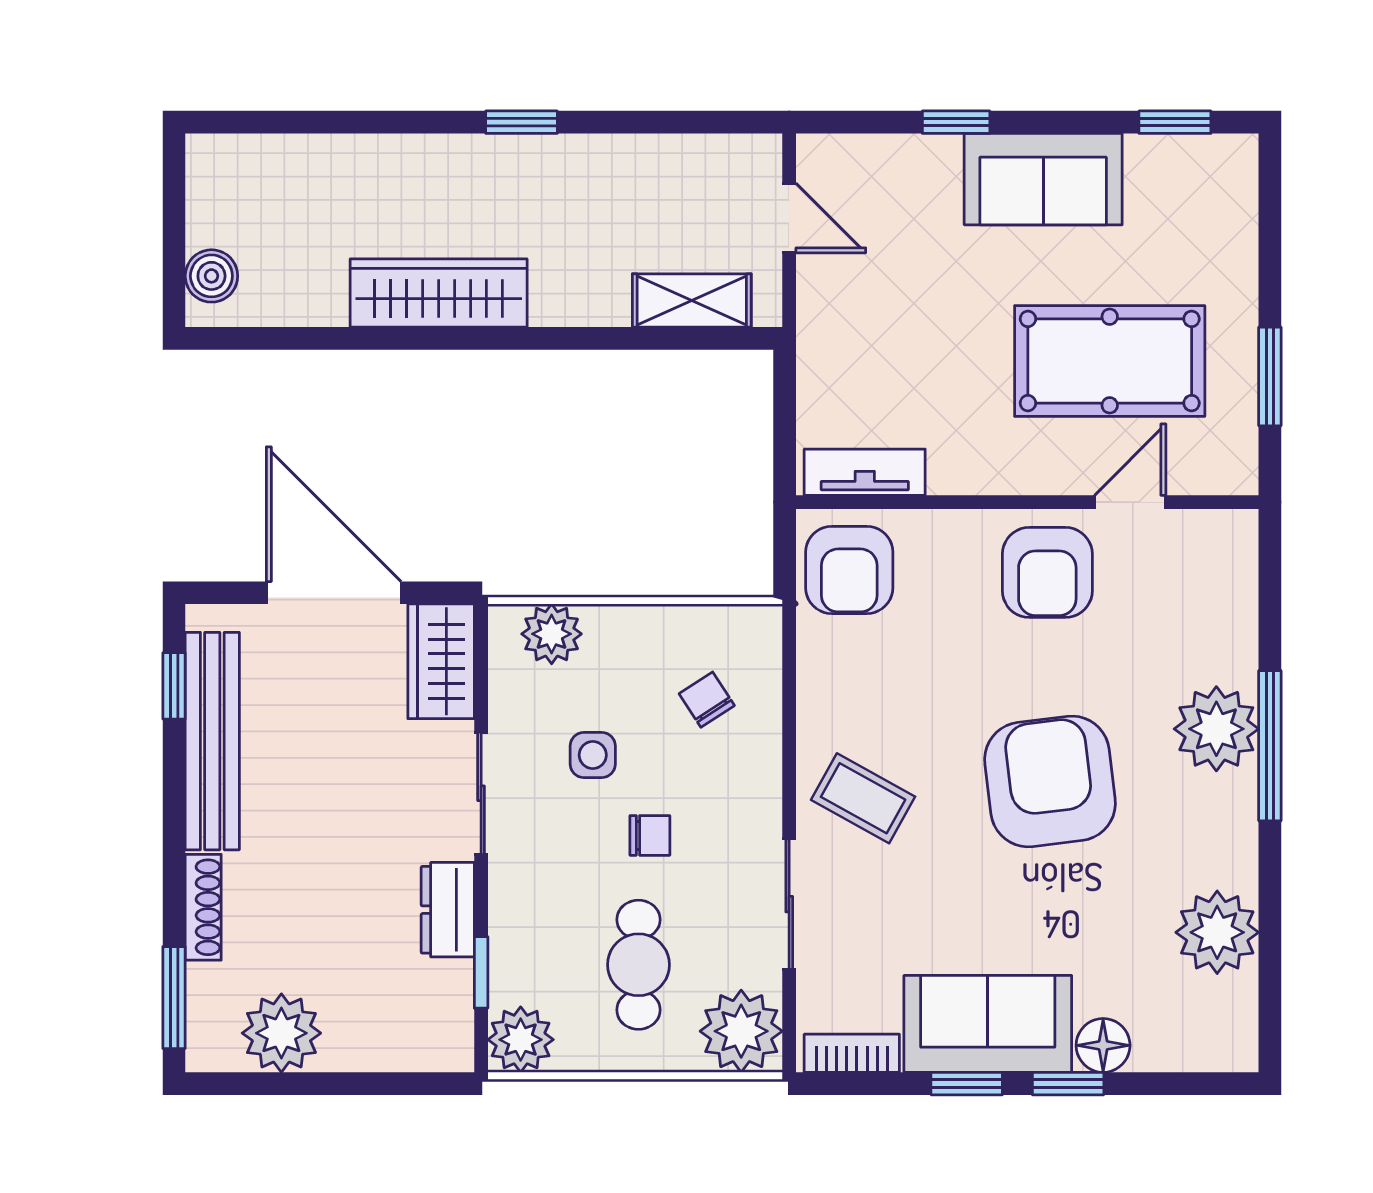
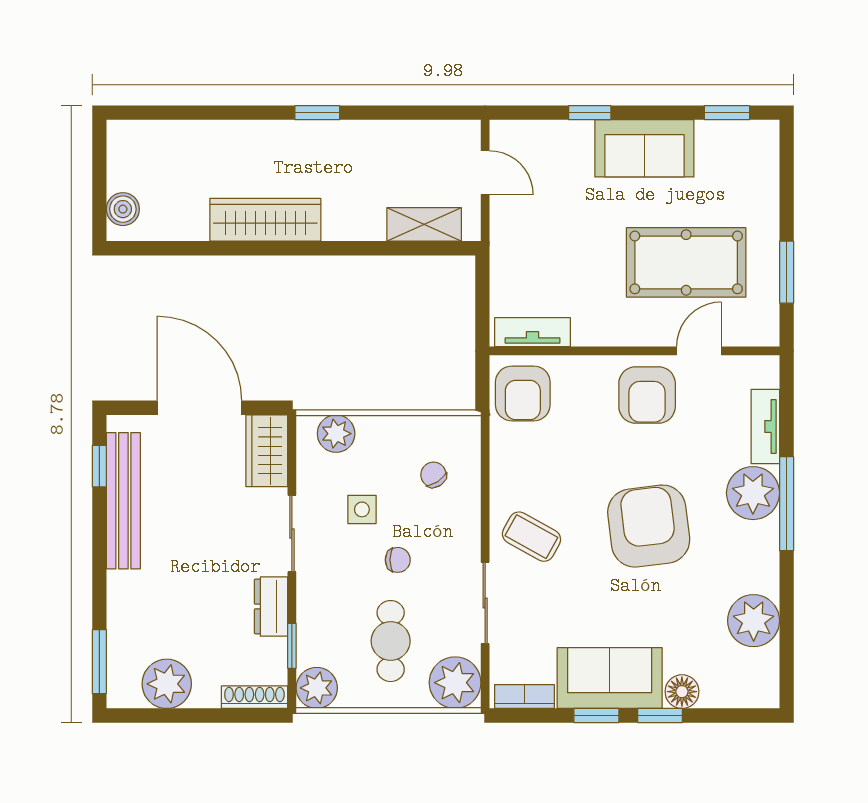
tv unit: (1236, 623) -> (765, 427), added
shoe rack: (203, 907) -> (254, 697), moved, turned -90

